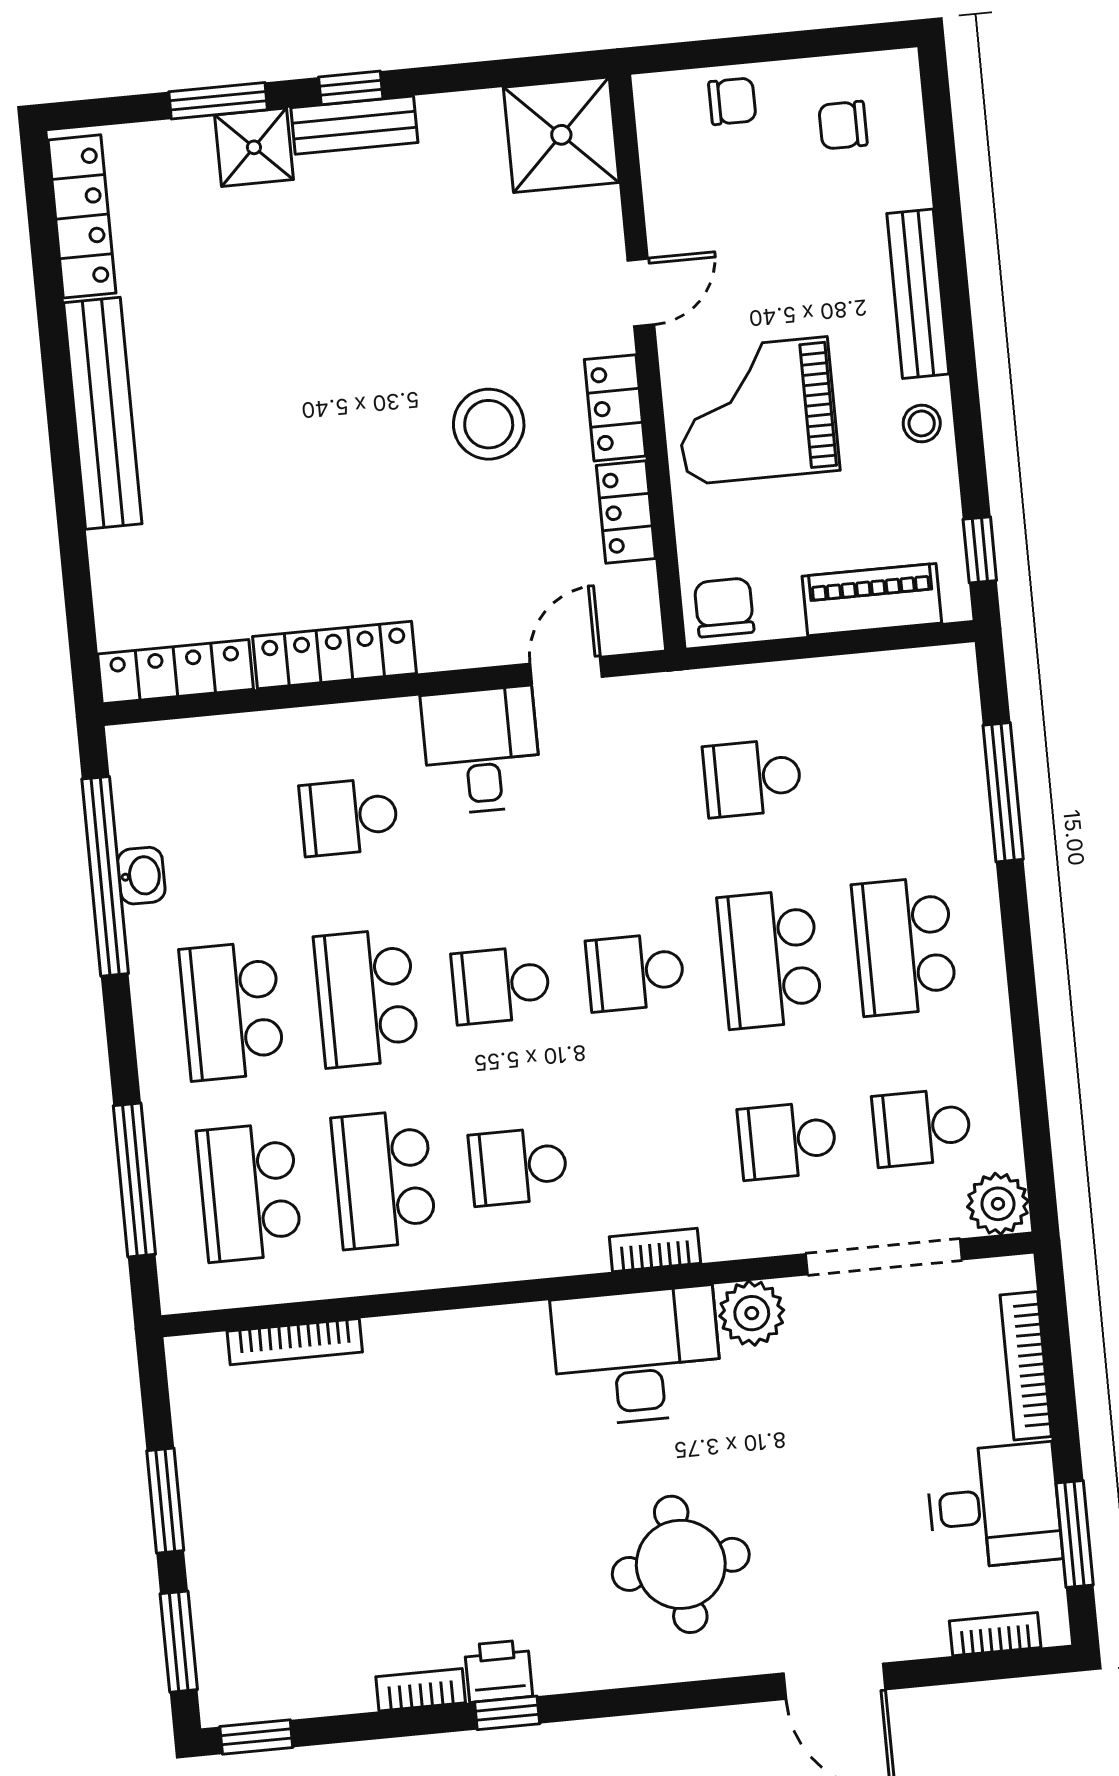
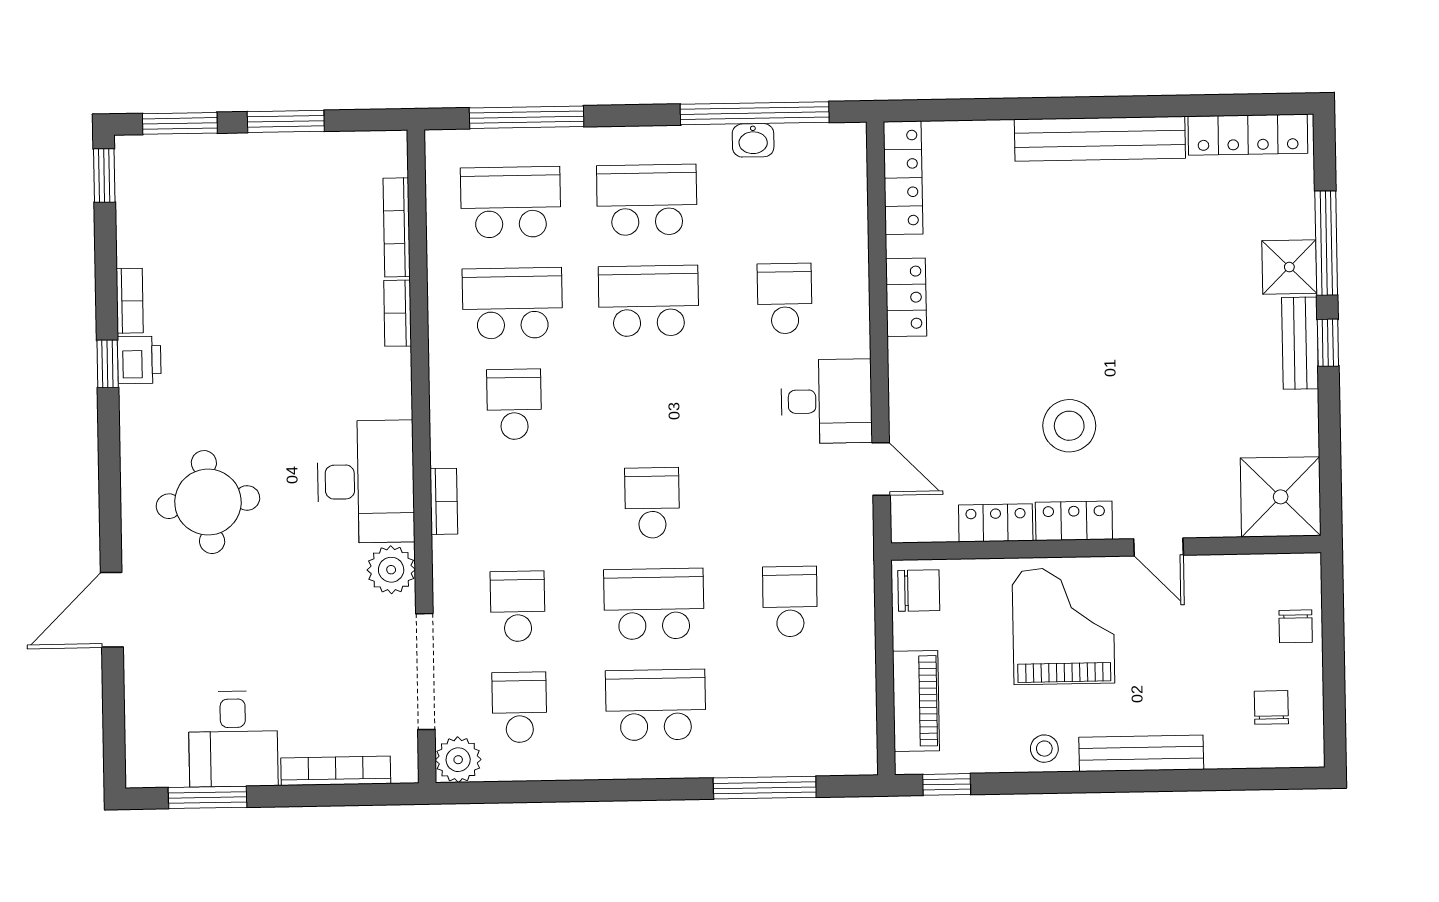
window: (218, 101) -> (1326, 243), width x1.44
locker: (335, 655) -> (906, 297), width x0.66
school desk: (501, 985) -> (650, 402), removed
bookcase: (995, 1634) -> (398, 313), moved, turned 180

